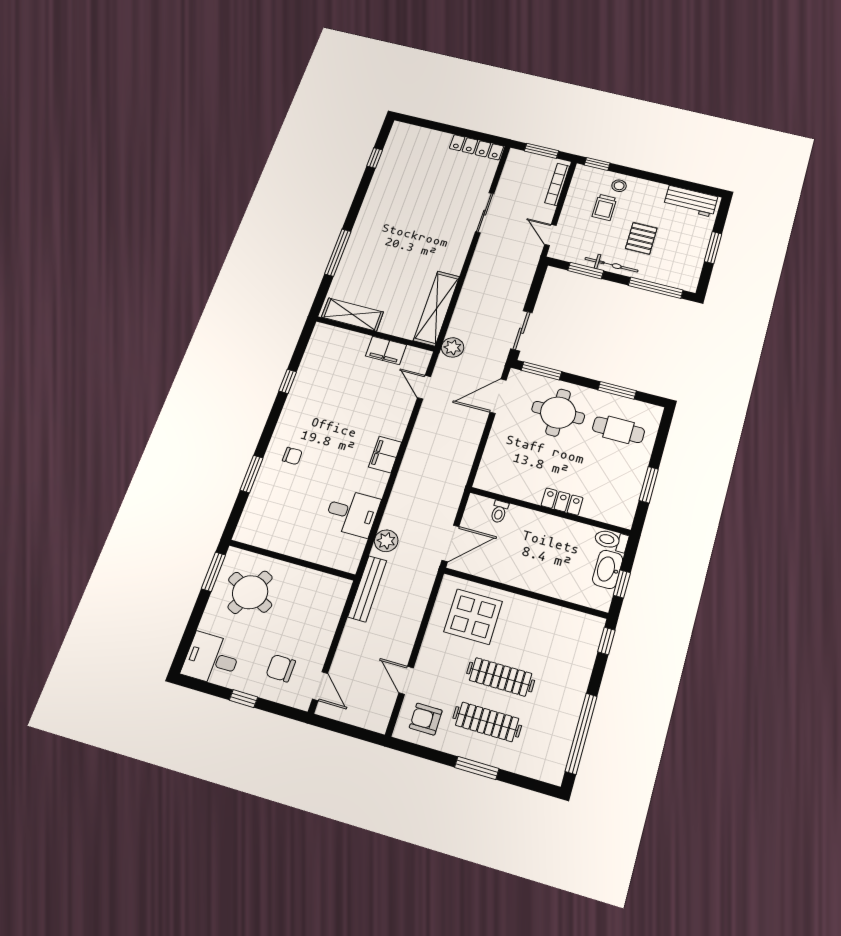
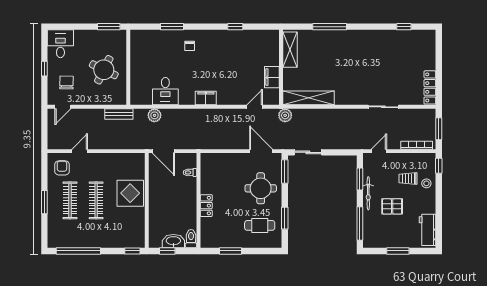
cafe table: (618, 430) -> (260, 225), turned 90
bench: (367, 589) -> (119, 114), width x0.73
round table: (250, 592) -> (104, 70), moved
display table: (473, 617) -> (130, 193), moved

